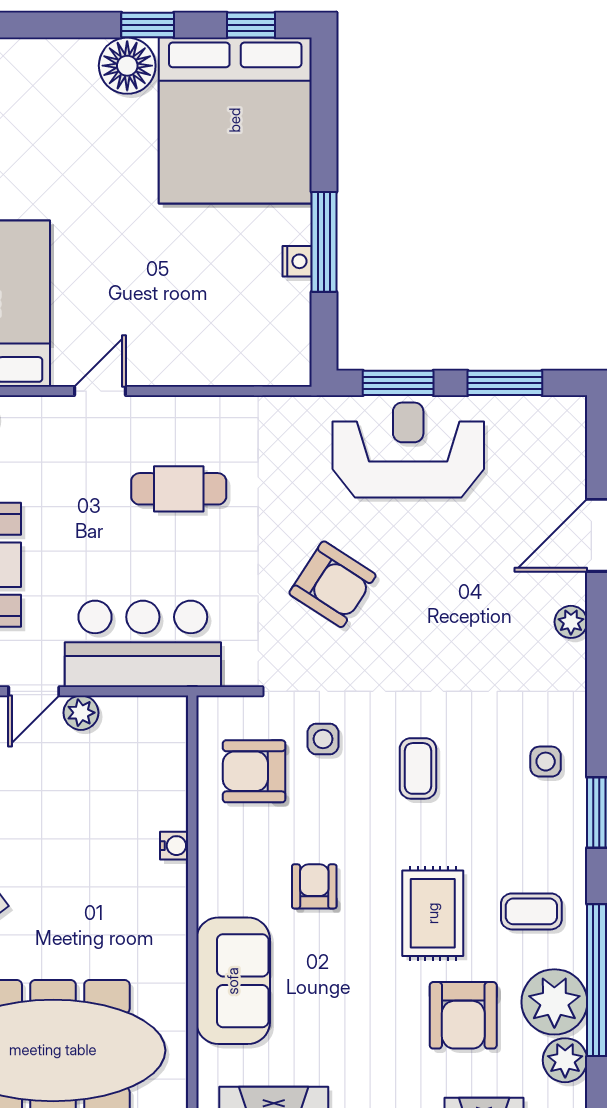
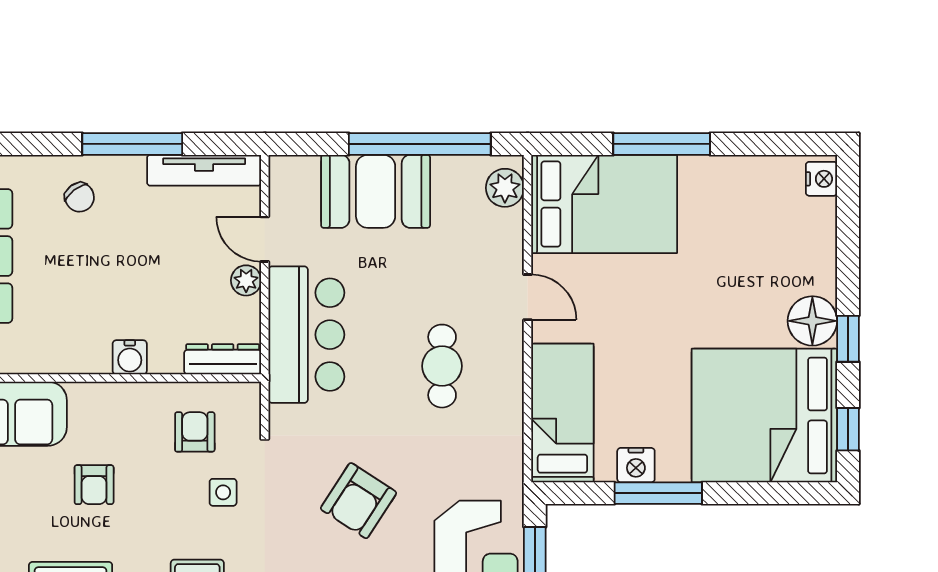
nightstand: (297, 261) -> (636, 465), width x1.39, depth x1.35
bed: (232, 351) -> (562, 413), added
dresser: (171, 739) -> (223, 359), added
armchair: (254, 771) -> (195, 432), width x0.72, depth x0.72
water cooler: (174, 846) -> (130, 357), width x1.38, depth x1.38
armchair: (314, 886) -> (94, 485), turned 90

